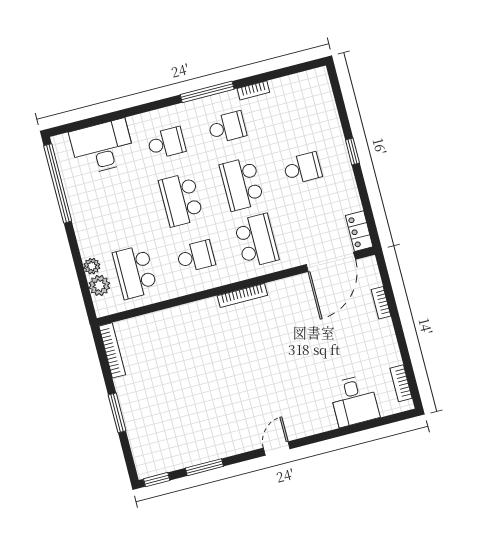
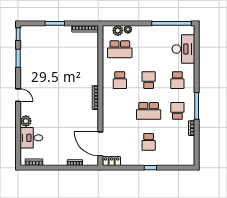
school desk: (227, 127) -> (177, 111), turned 180
school desk: (242, 184) -> (149, 111), turned 180
school desk: (181, 200) -> (149, 80), width x0.54
school desk: (256, 241) -> (120, 111), removed
school desk: (135, 272) -> (120, 49), turned 180
plant: (324, 420) -> (26, 121), added

